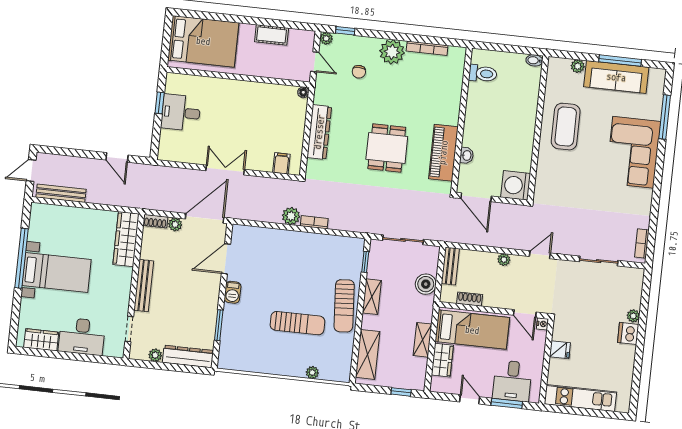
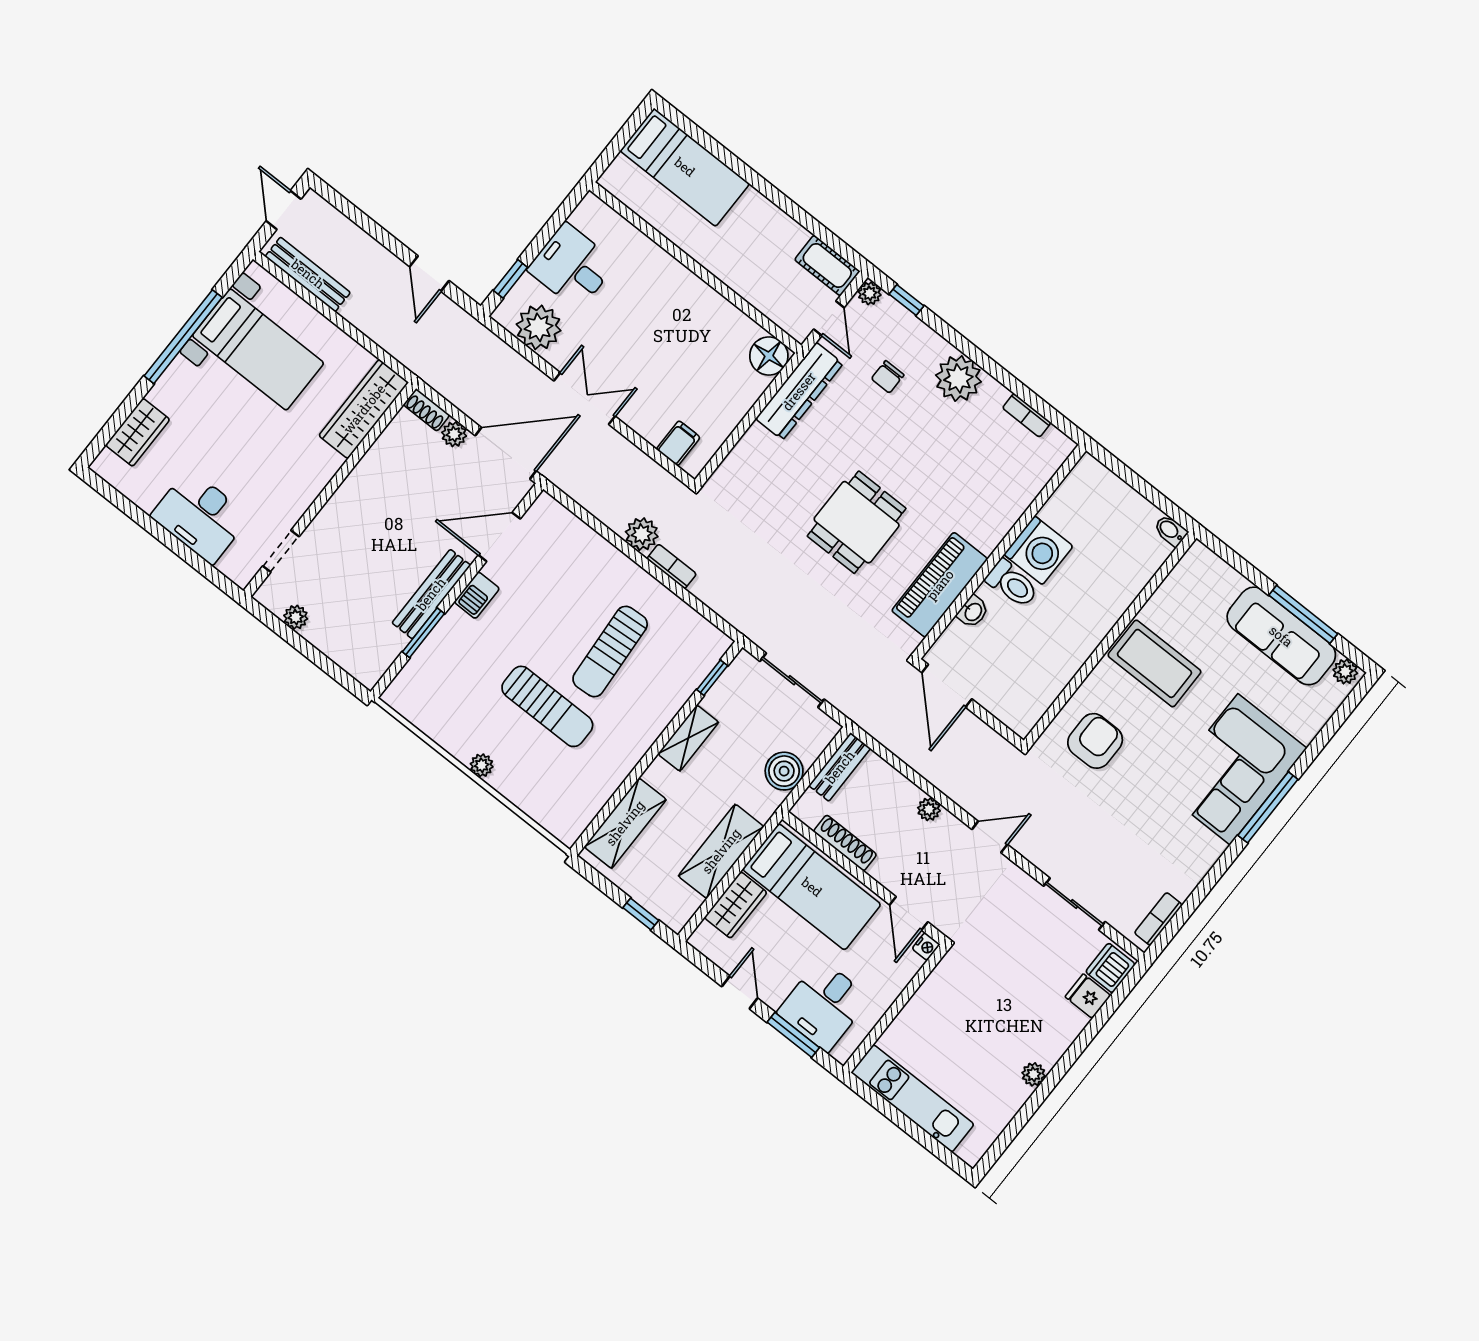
cot: (272, 35) -> (827, 265), moved
bed: (203, 41) -> (685, 167), width x0.67
bookcase: (427, 48) -> (1027, 415), width x0.64
plant: (578, 66) -> (1345, 672), moved
toilet: (483, 74) -> (1012, 584), moved
floor lamp: (303, 92) -> (769, 356), width x1.89, depth x1.89
window: (160, 103) -> (510, 279), moved
window: (665, 117) -> (1268, 807), moved
coffee table: (566, 127) -> (1154, 663), turned 90
dresser: (319, 132) -> (799, 391), moved
plant: (183, 150) -> (539, 327), added
door: (31, 170) -> (284, 210), hinge flipped
armchair: (561, 180) -> (1095, 741), added
washing machine: (516, 185) -> (1038, 550), moved, turned 180
bed with nightstands: (57, 273) -> (258, 349), moved
bench: (144, 286) -> (431, 594), moved
shoe rack: (470, 299) -> (845, 843), width x1.43
sun lounger: (344, 306) -> (610, 652), moved
plant: (633, 316) -> (1033, 1074), moved
dishwasher: (628, 333) -> (1110, 968), moved
wardrobe: (41, 340) -> (138, 432), moved, turned 90
shelving: (422, 340) -> (721, 851), width x1.50, depth x1.33
fridge: (560, 350) -> (1088, 996), moved, turned 180
dresser: (188, 357) -> (345, 651), removed
plant: (312, 373) -> (482, 765), moved

